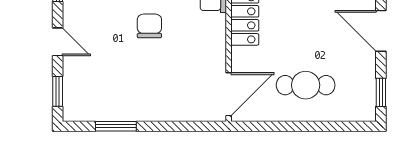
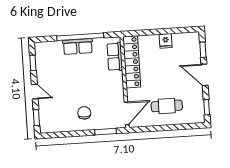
chair: (149, 26) -> (84, 113), moved
window: (116, 126) -> (106, 132), moved

